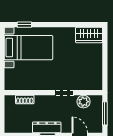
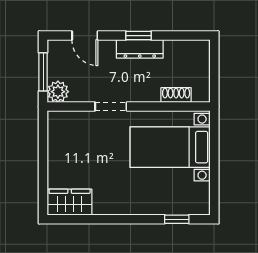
bed with nightstands: (28, 48) -> (170, 147), moved
plant: (84, 102) -> (58, 92), moved

